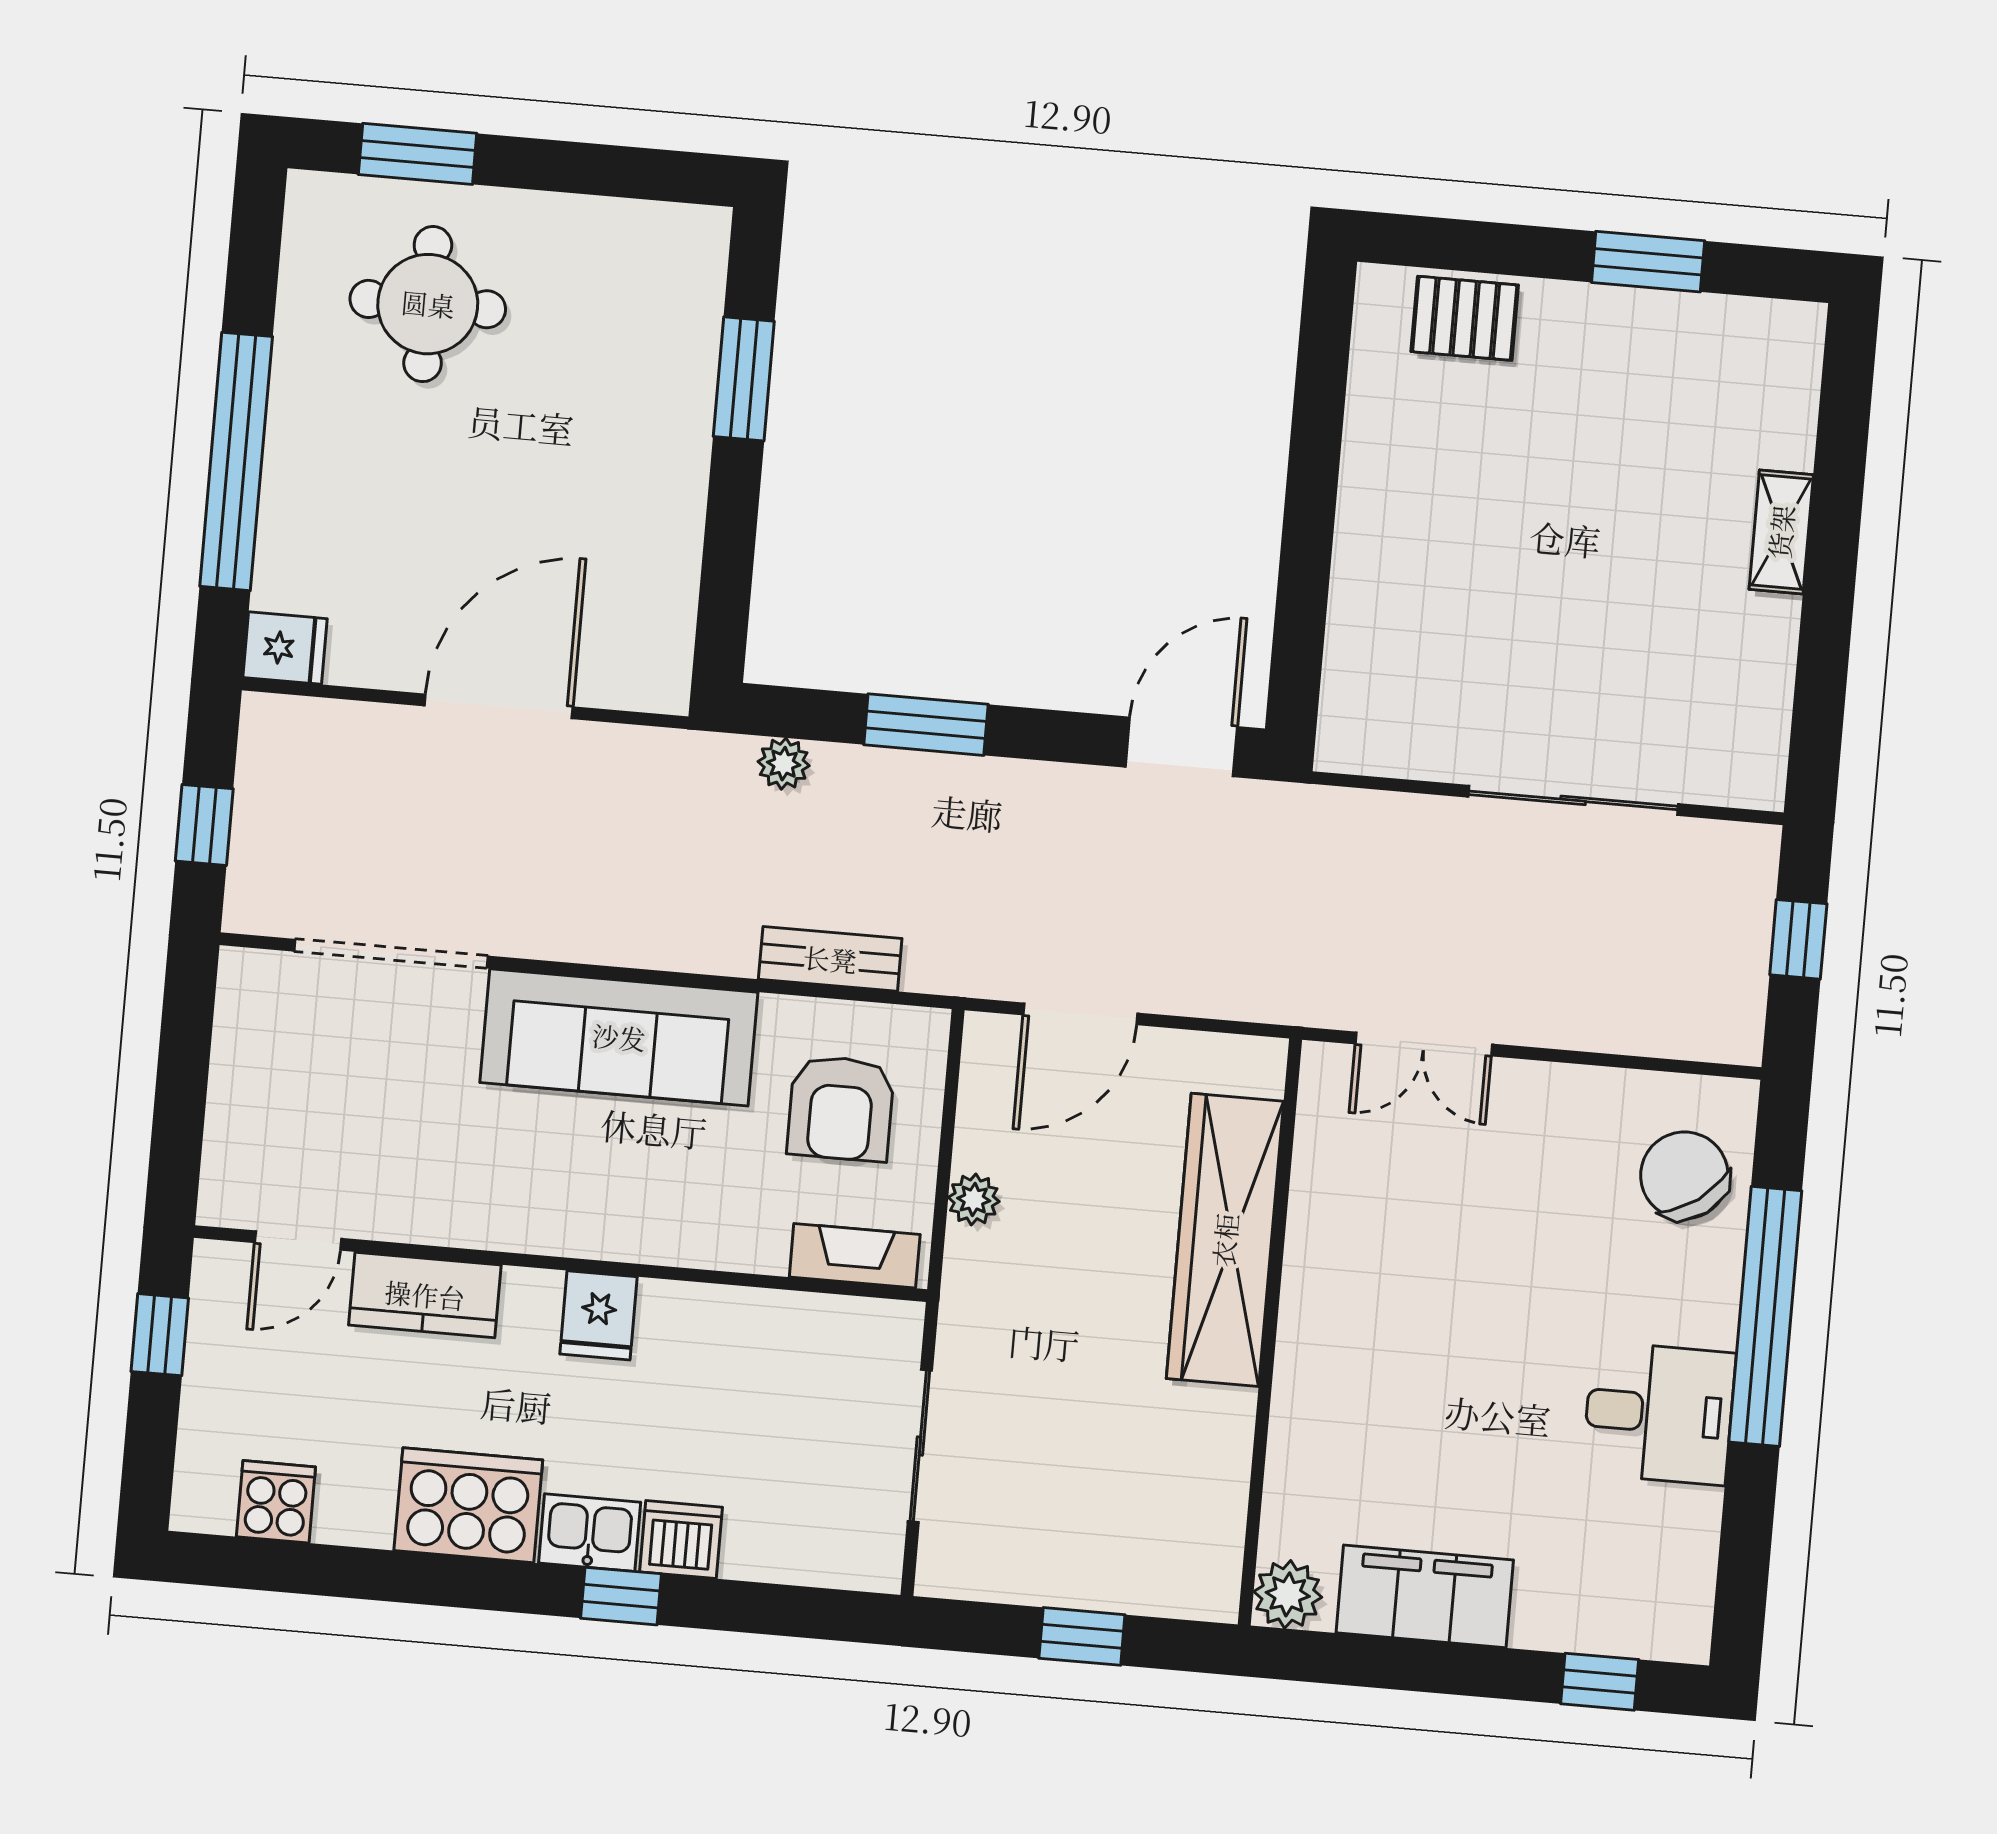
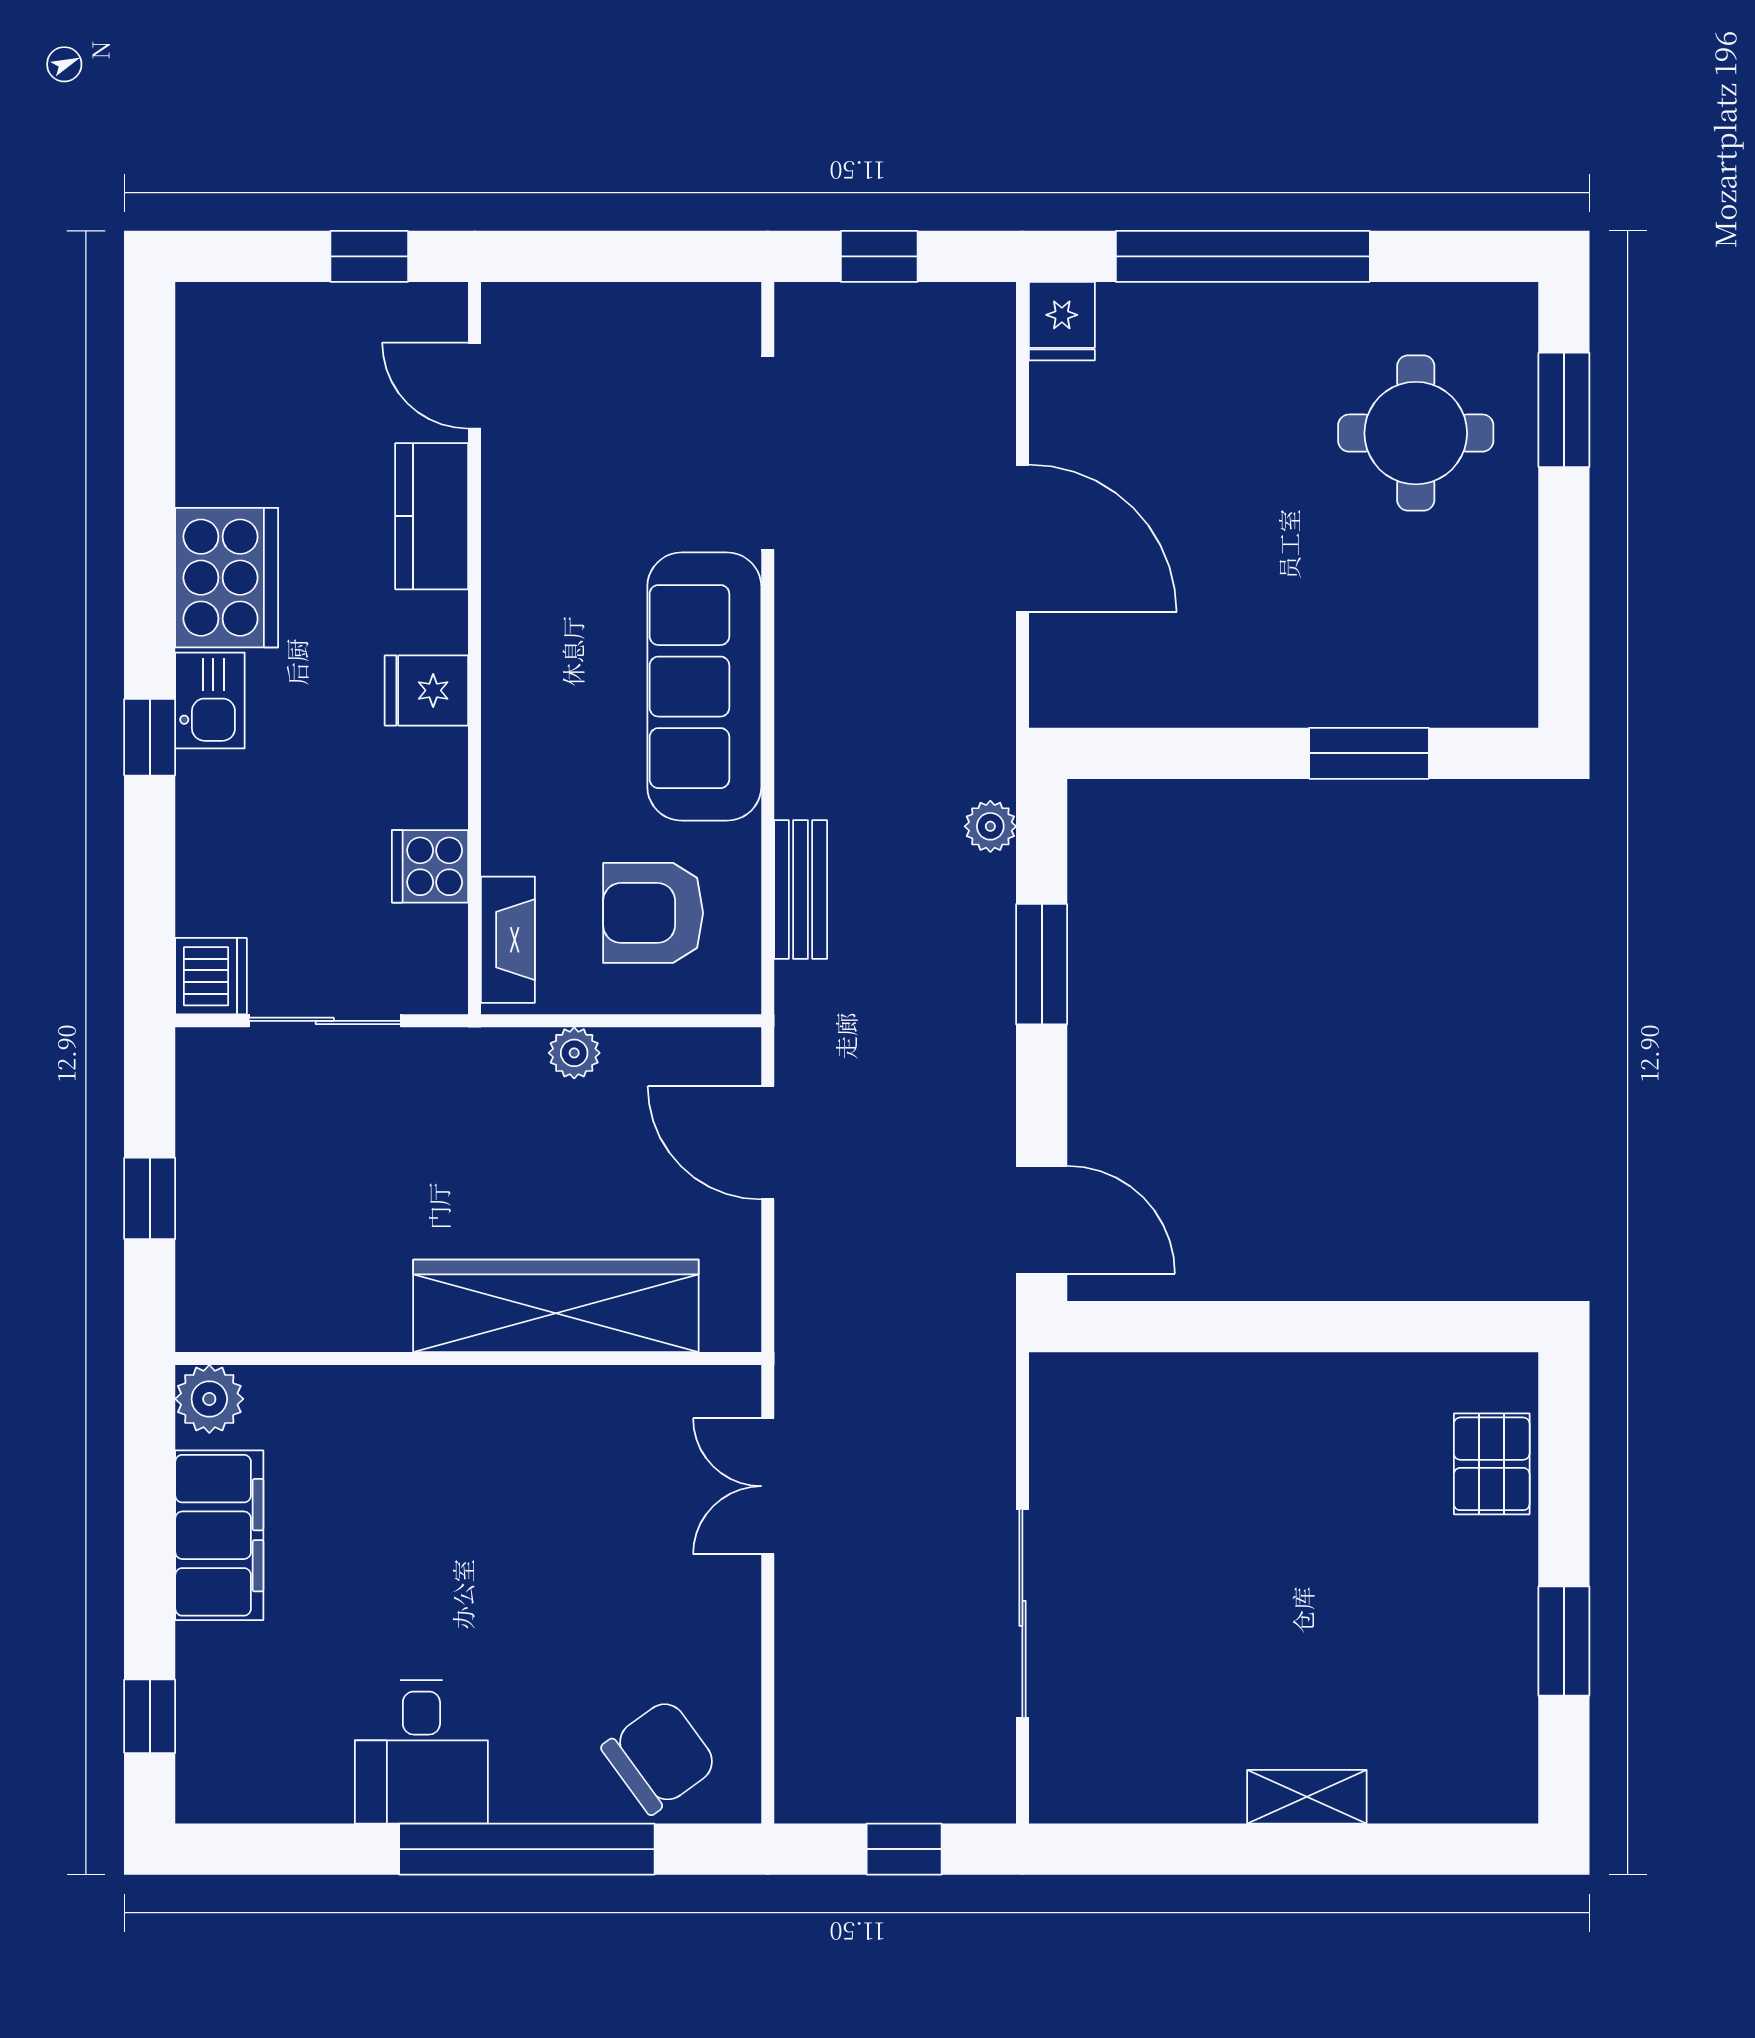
cooker: (276, 1502) -> (430, 866), moved, turned 180
dishwasher: (681, 1540) -> (211, 976), moved

